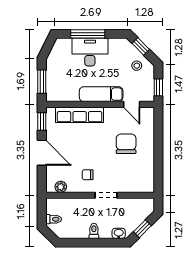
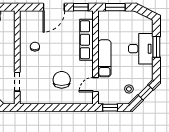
window: (88, 34) -> (156, 47), width x0.69
chair: (126, 144) -> (62, 80), turned -90
plant: (61, 187) -> (25, 23), removed
doorway: (106, 195) -> (17, 82), moved

